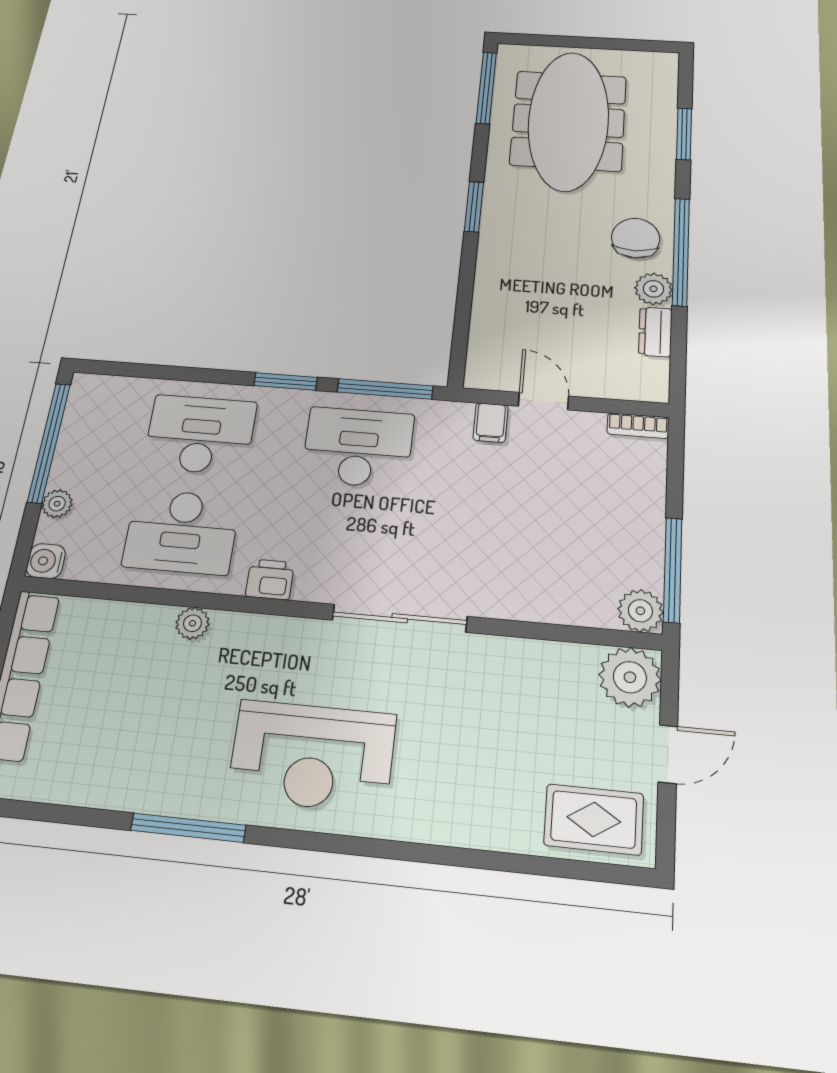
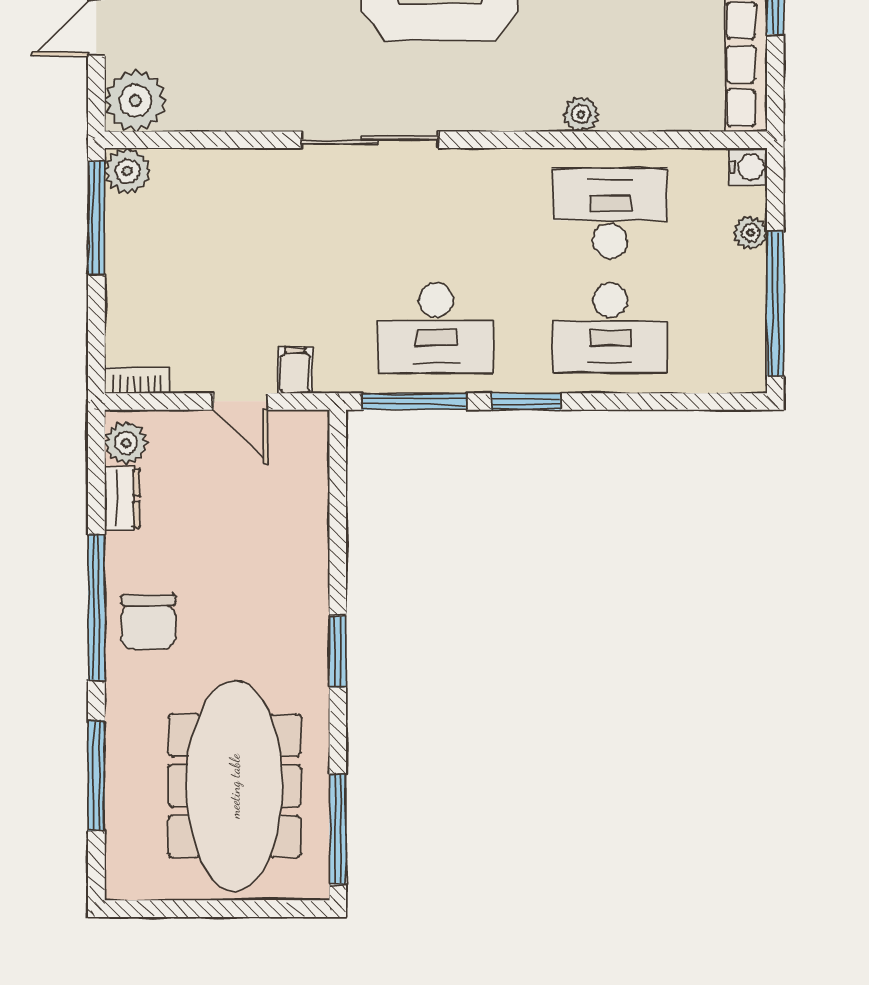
window: (684, 134) -> (96, 776), width x1.44
plant: (653, 289) -> (126, 443), moved
printer: (270, 579) -> (508, 169), removed

